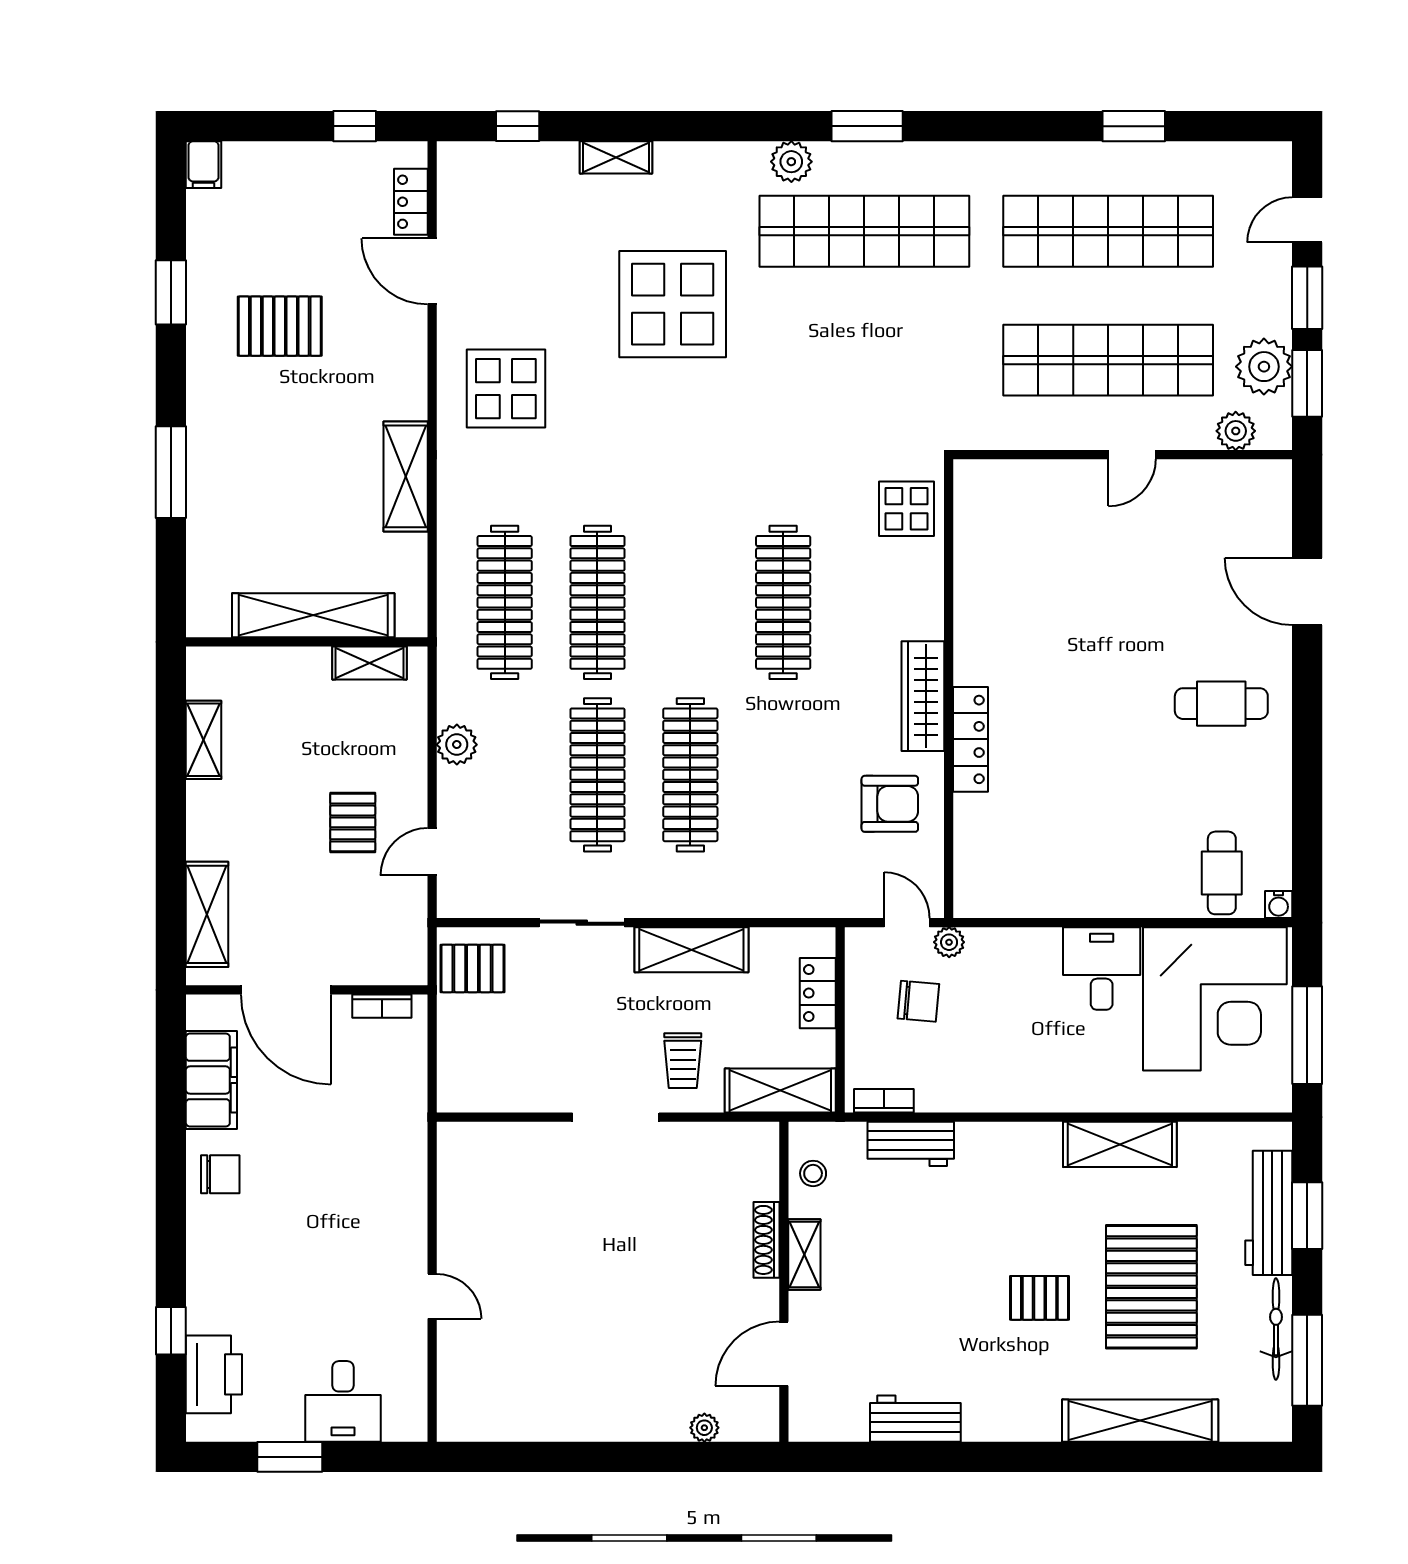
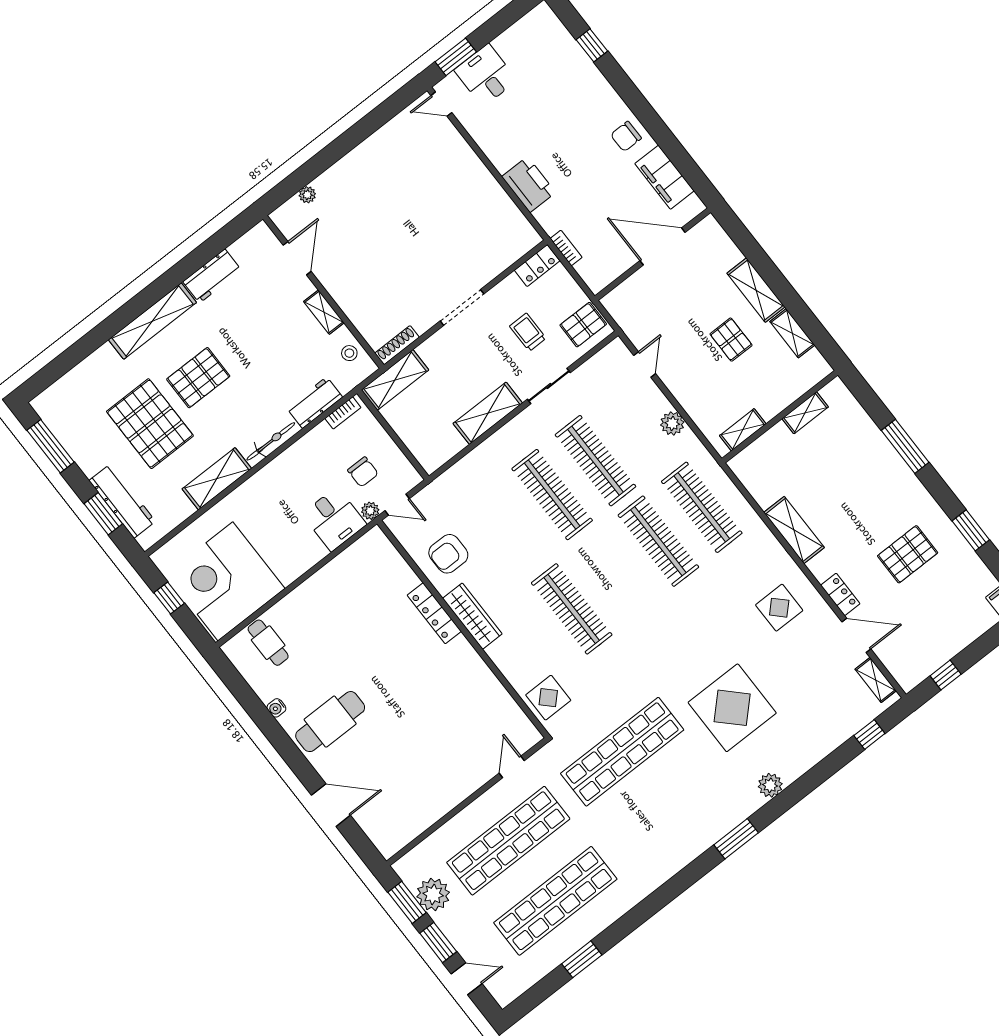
window: (867, 126) -> (736, 839), moved
shelving: (616, 157) -> (876, 680), moved, turned 90
plant: (791, 162) -> (770, 785), moved
locker: (411, 202) -> (840, 594), moved
door: (1307, 220) -> (467, 979), hinge flipped
shop shelf: (864, 231) -> (622, 752), moved
display table: (506, 389) -> (779, 608), width x0.73, depth x0.73
plant: (1236, 431) -> (423, 854), removed
door: (1132, 455) -> (512, 767), moved
shelving: (313, 615) -> (805, 413), width x0.45, depth x0.75
cafe table: (1221, 704) -> (330, 722), width x1.37, depth x1.35
pallet: (353, 822) -> (731, 340), moved
water cooler: (1279, 904) -> (276, 708), moved, turned -90
shelving: (207, 914) -> (756, 290), moved
desk: (1102, 968) -> (334, 519), moved
locker: (818, 993) -> (537, 266), moved, turned 90
chair: (918, 1001) -> (363, 472), turned -95
bookcase: (382, 1006) -> (566, 248), moved, turned 90
window: (1307, 1035) -> (169, 598), width x0.46
trolley: (683, 1061) -> (528, 332), moved
shoe rack: (766, 1240) -> (397, 345), moved, turned -90
door: (432, 1296) -> (441, 104), moved
pallet: (1039, 1298) -> (198, 378), width x1.50, depth x1.42
bicycle: (1276, 1329) -> (271, 441), moved, turned -90
printer: (214, 1374) -> (529, 185), moved, turned 180
shelving: (1140, 1421) -> (152, 321), moved
window: (290, 1457) -> (456, 57), moved

